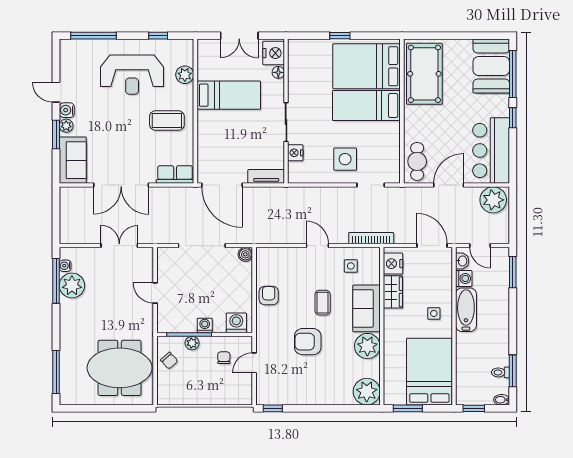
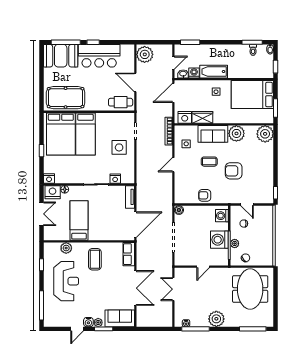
nightstand: (296, 47) -> (49, 179), added
bar counter: (491, 150) -> (99, 56), moved
plant: (72, 285) -> (216, 319), moved
washing machine: (205, 325) -> (219, 240), width x1.89, depth x1.89
armchair: (308, 342) -> (234, 171), turned 90

